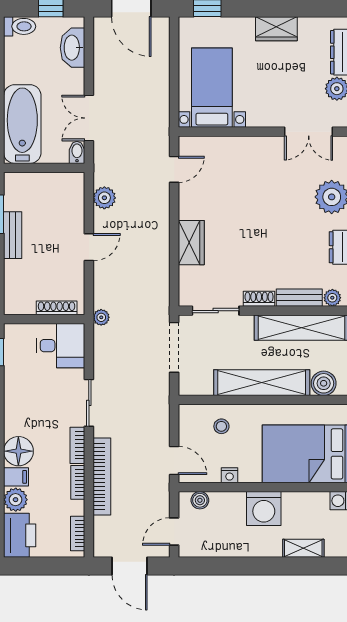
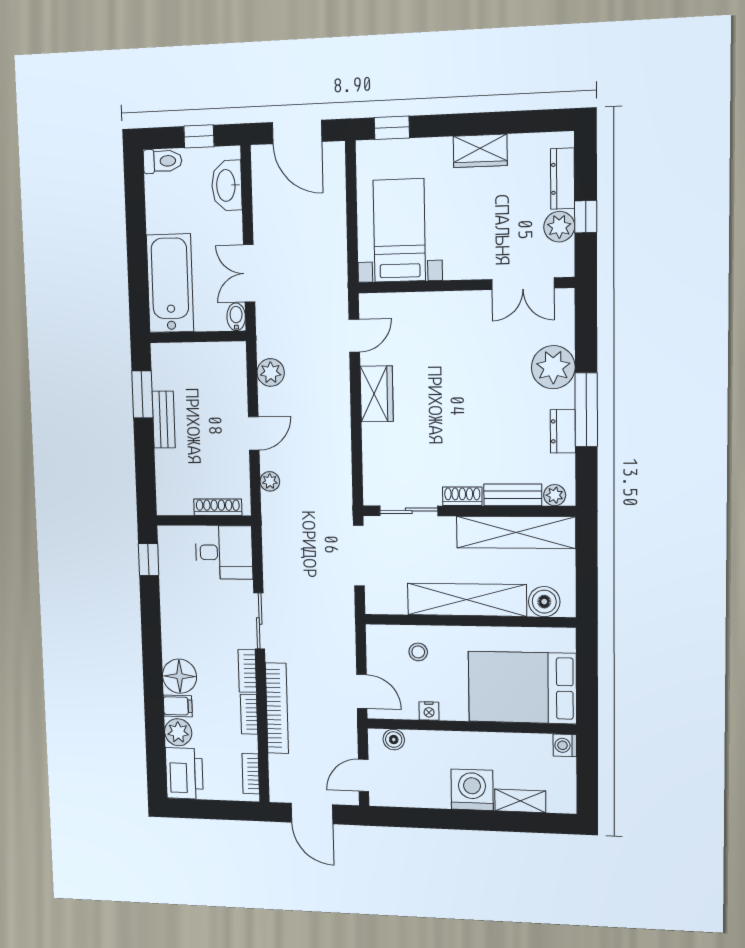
wardrobe: (191, 243) -> (377, 394), moved
plant: (101, 317) -> (270, 481), moved
washing machine: (264, 509) -> (472, 790), moved, turned 180

